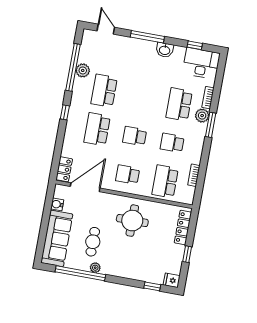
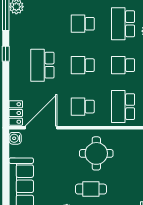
school desk: (104, 91) -> (83, 24), moved, width x0.54
water cooler: (57, 204) -> (15, 138), moved
cafe table: (93, 242) -> (91, 189), moved, turned 90

